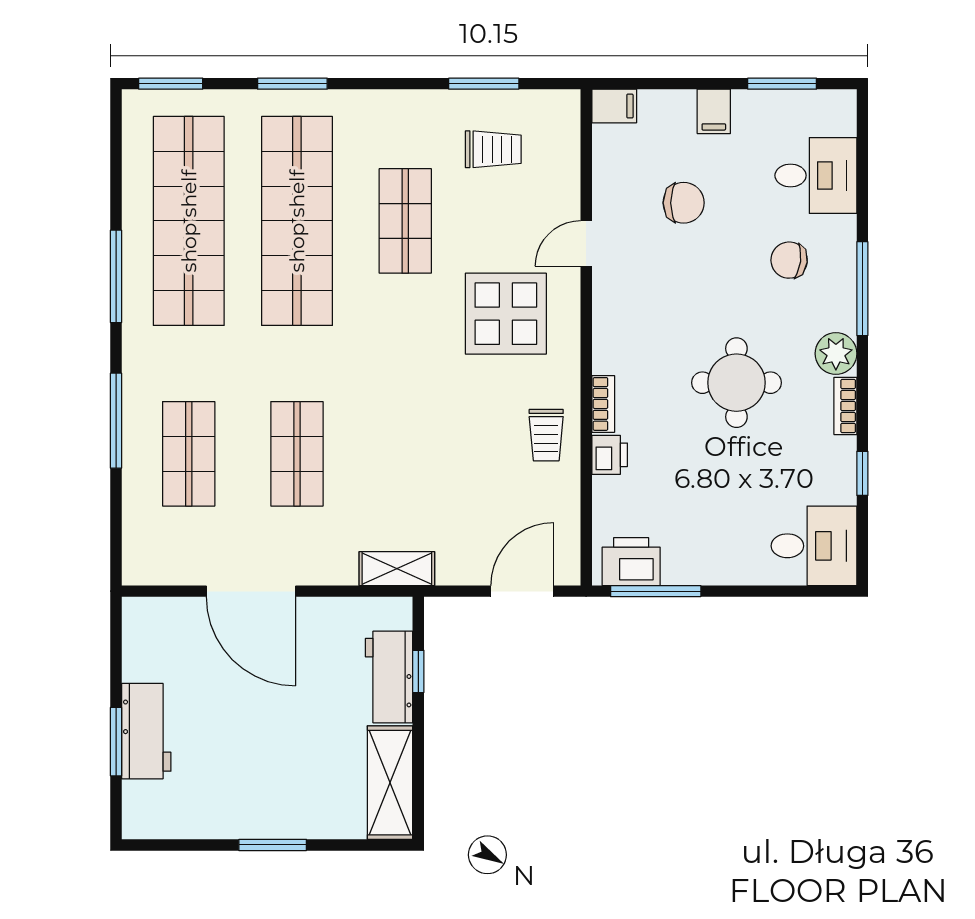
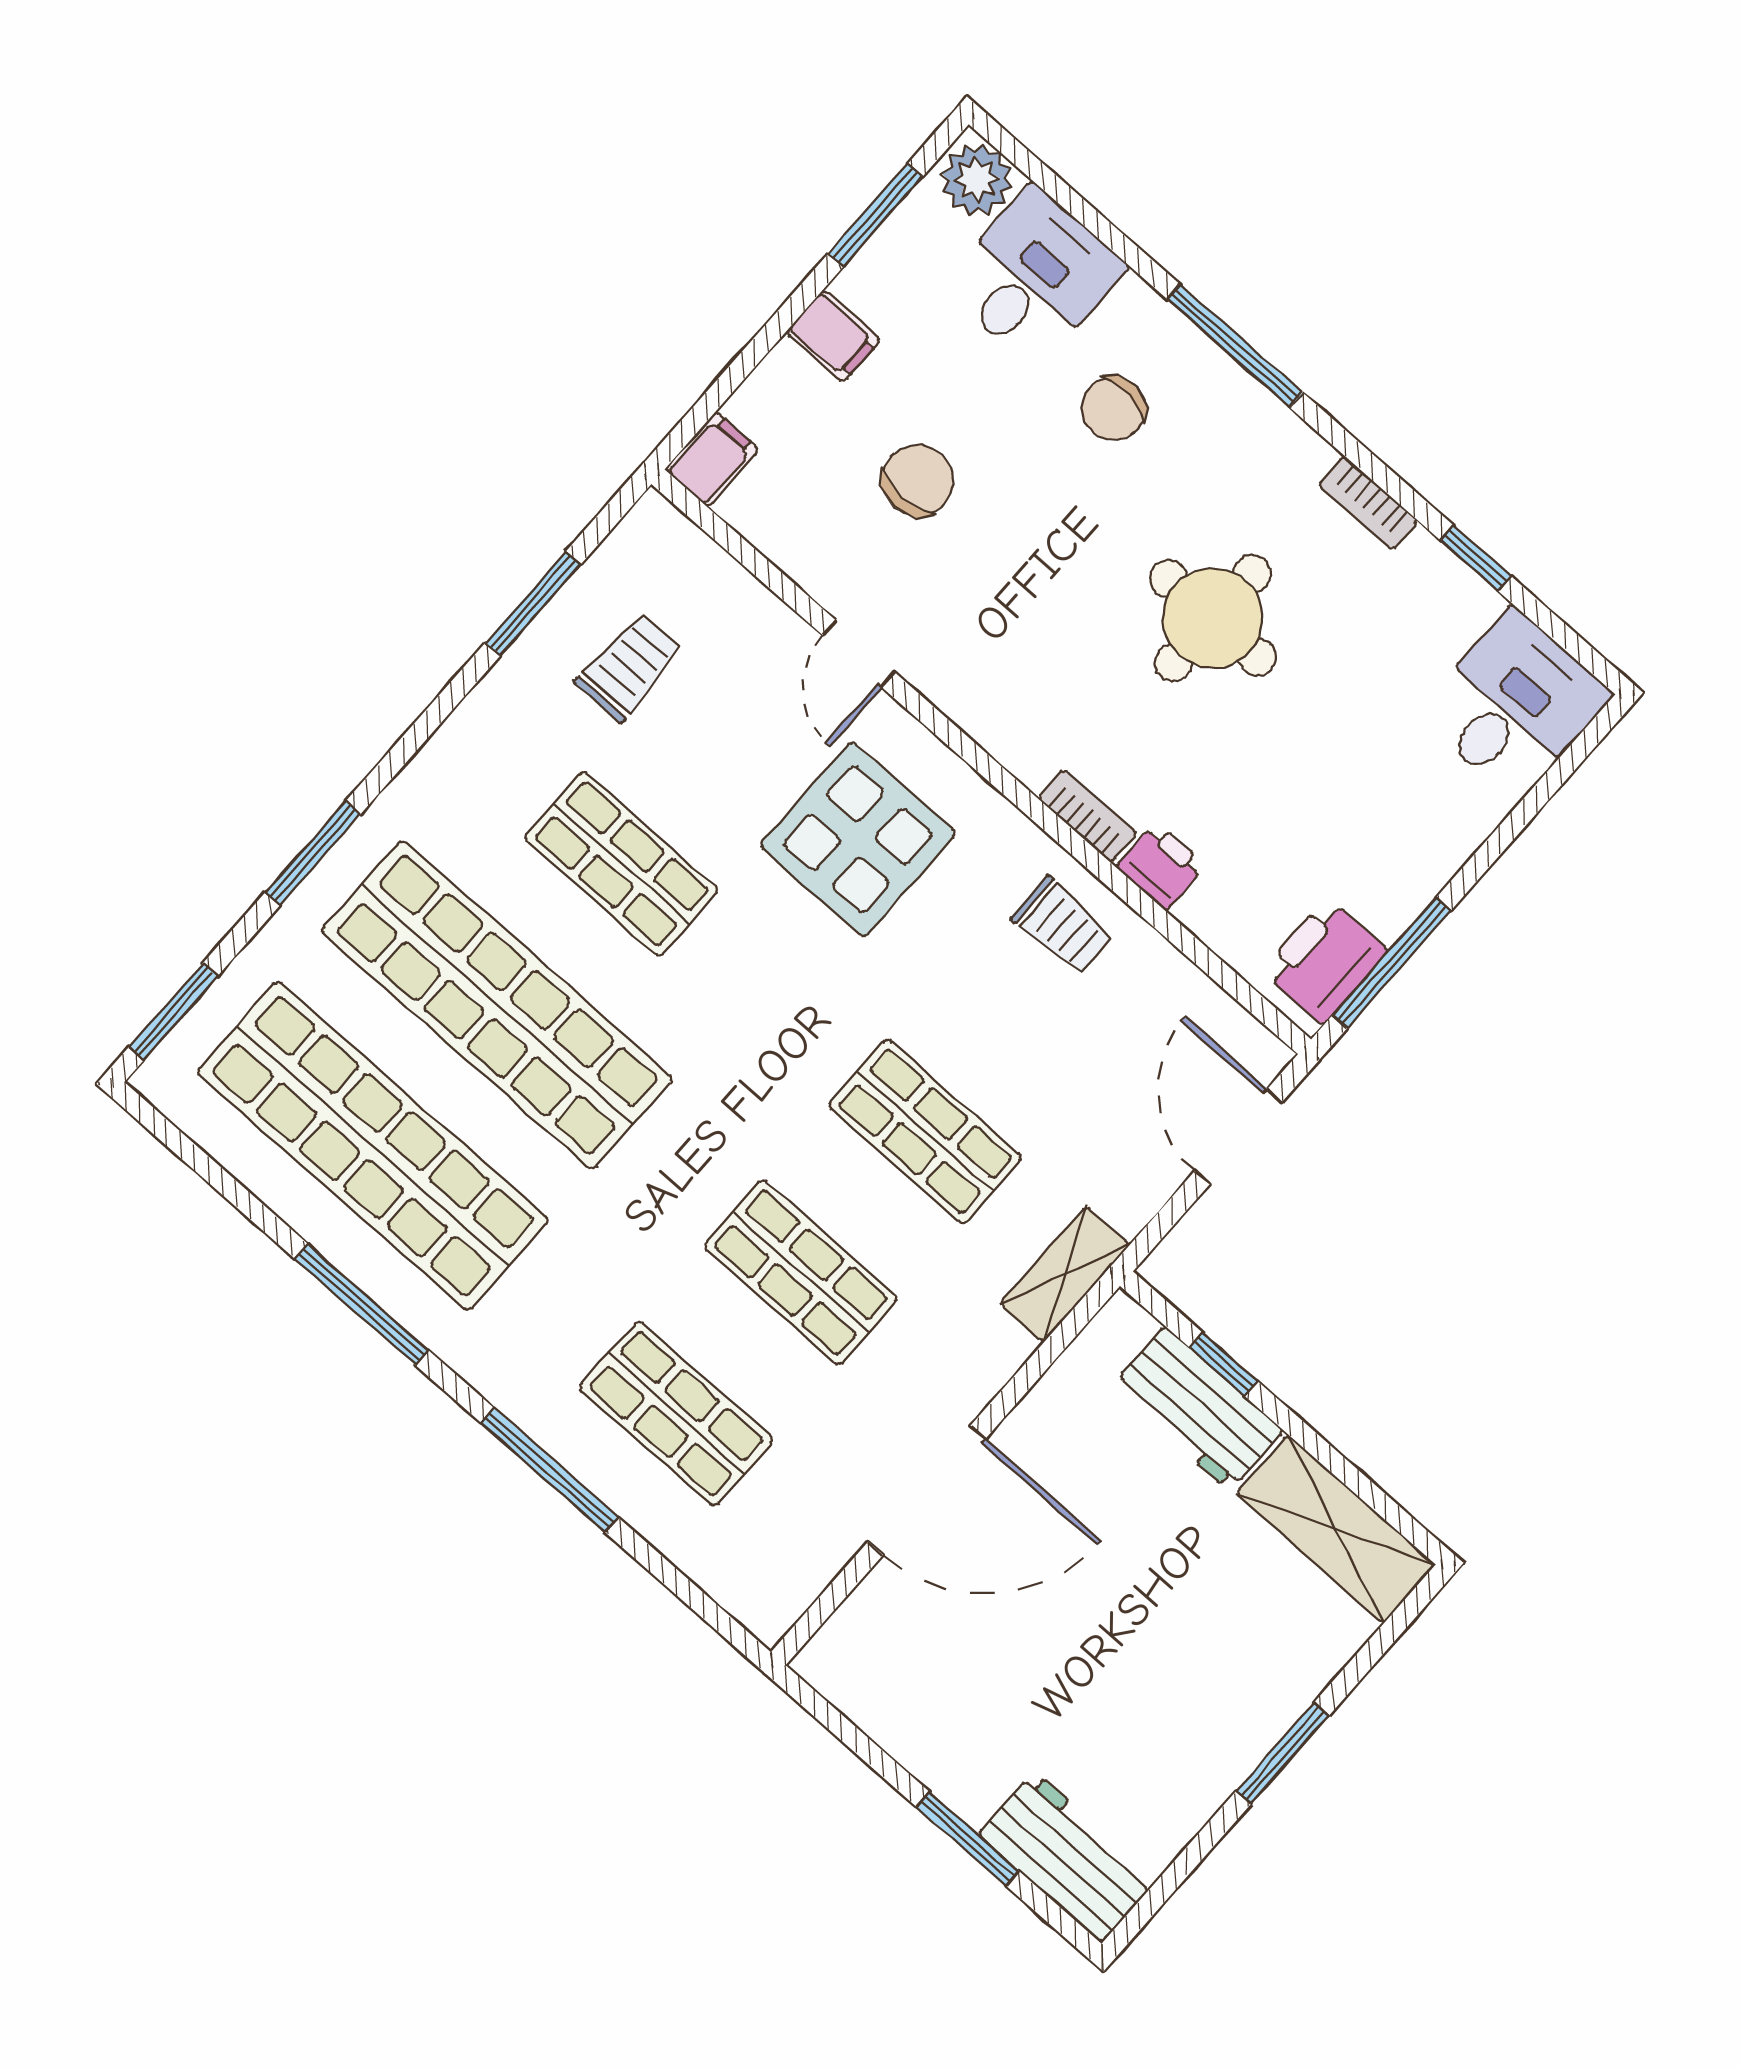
plant: (836, 354) -> (977, 179), moved
shop shelf: (405, 454) -> (925, 1131), added
workbench: (146, 731) -> (1068, 1857), moved

